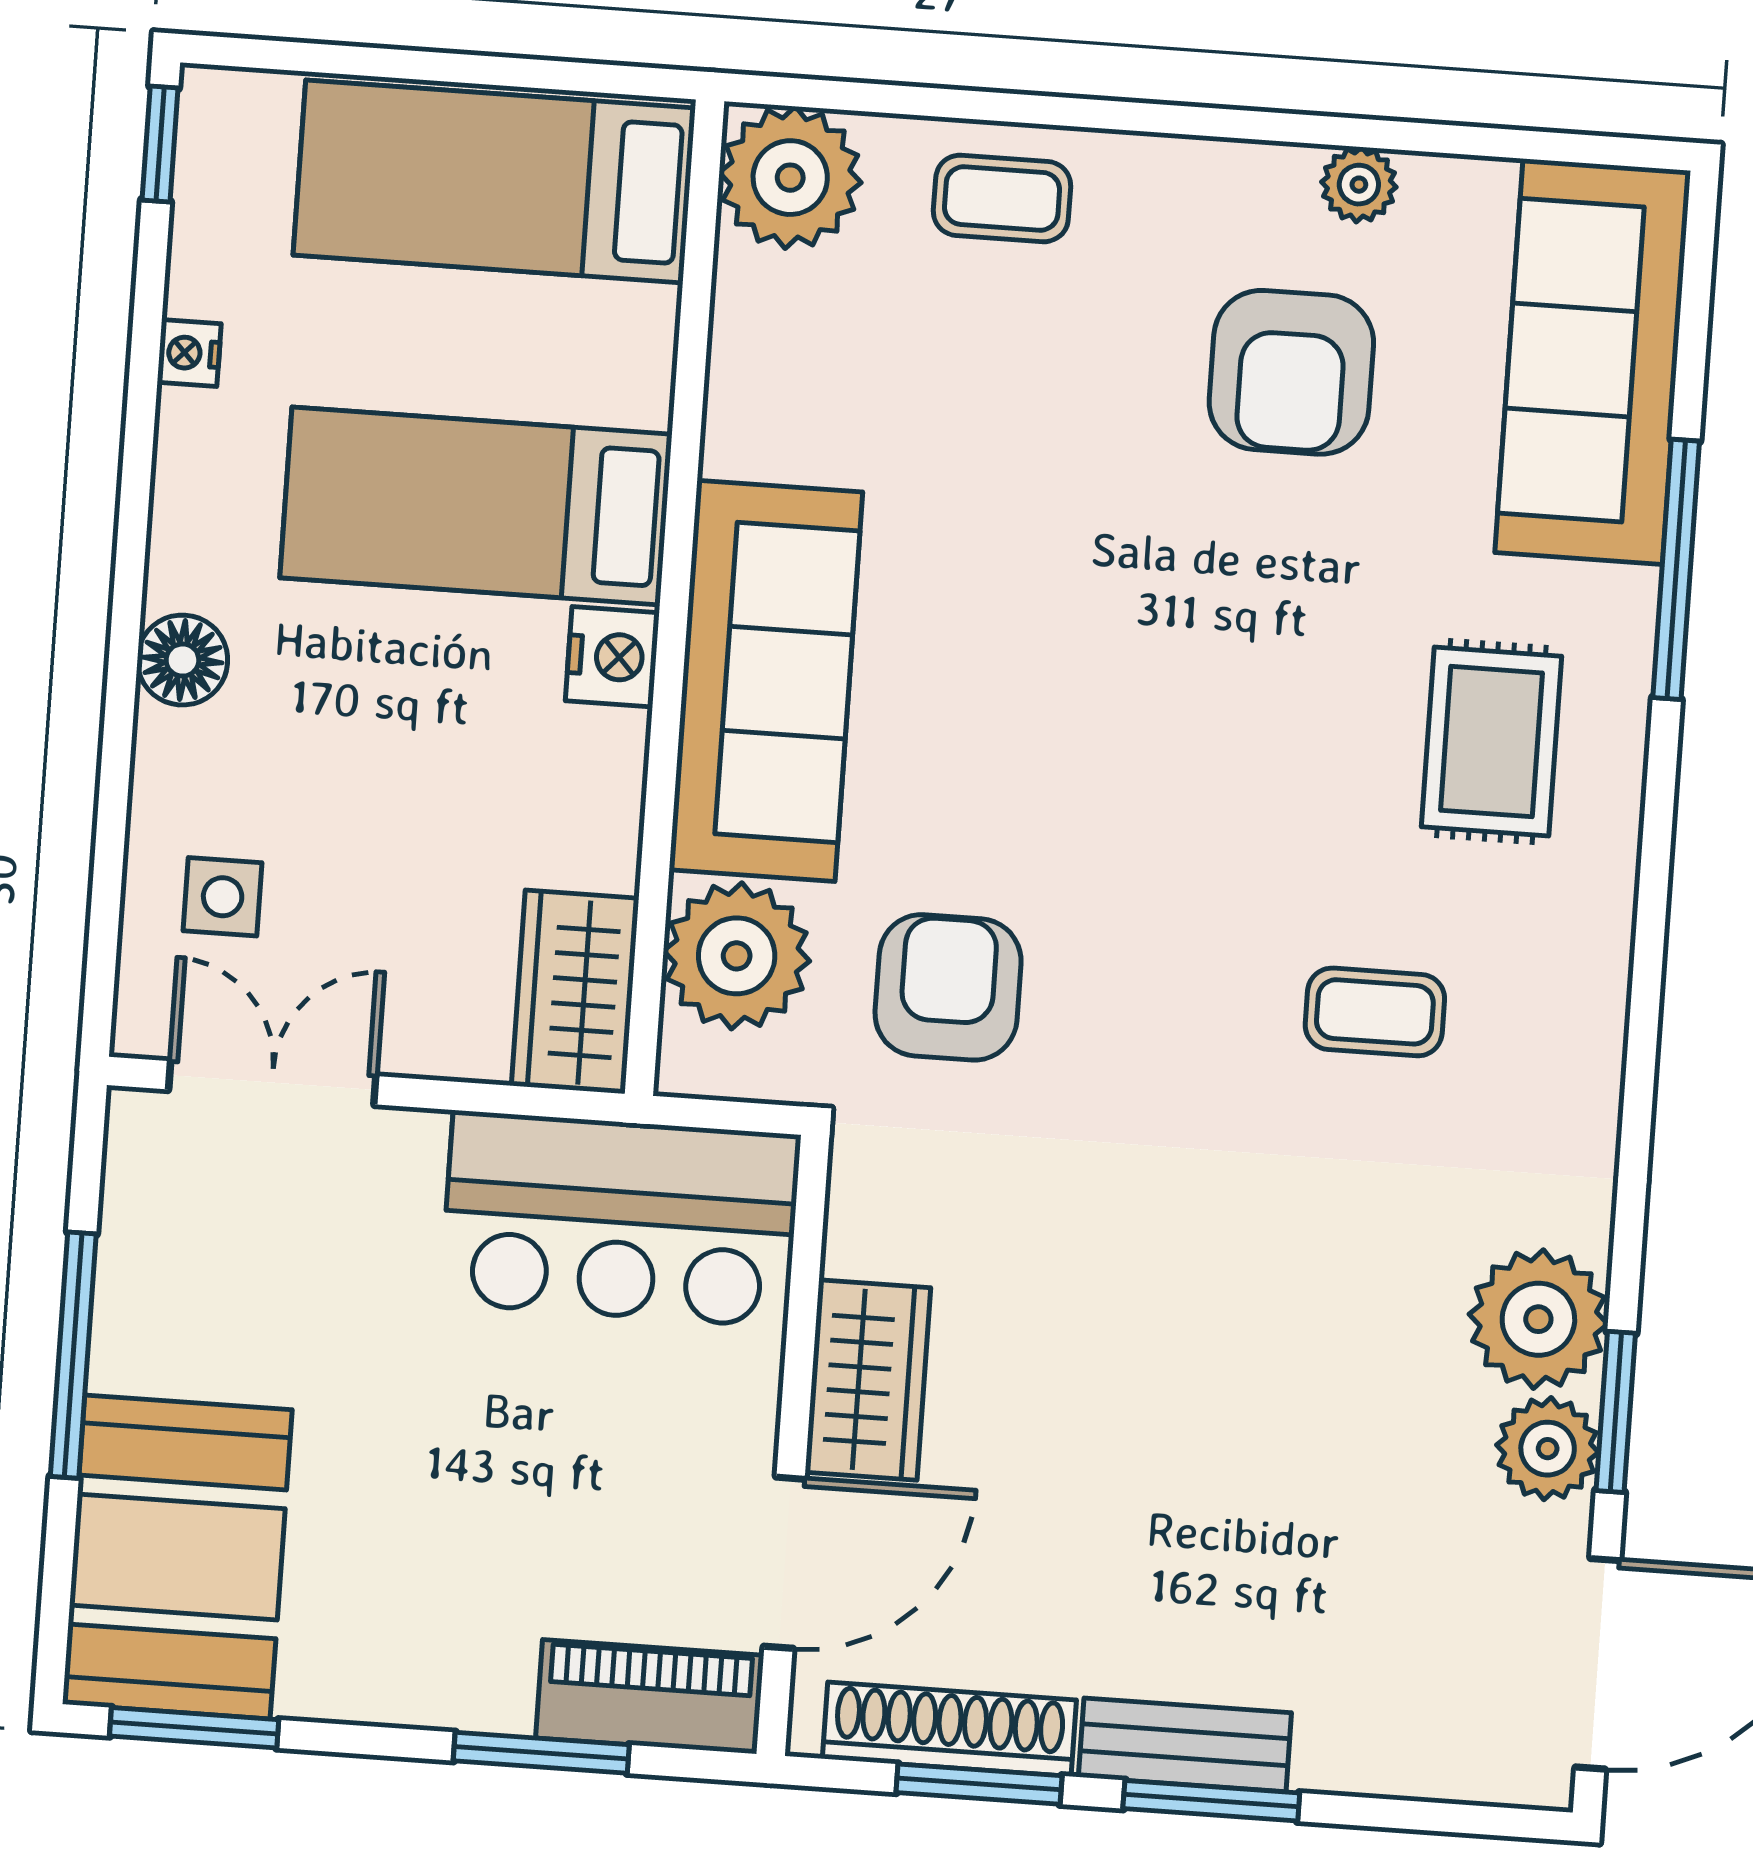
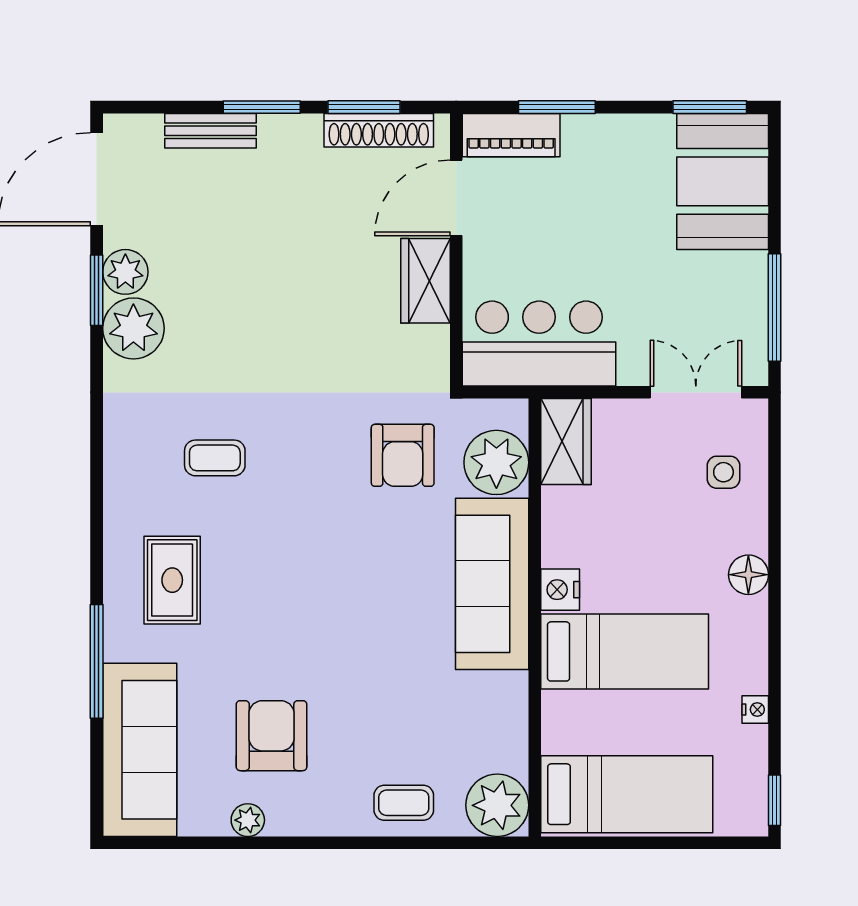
double door: (272, 1083) -> (696, 392), swing flipped
window: (73, 1355) -> (775, 308), moved
bench: (1185, 1745) -> (211, 131), moved

